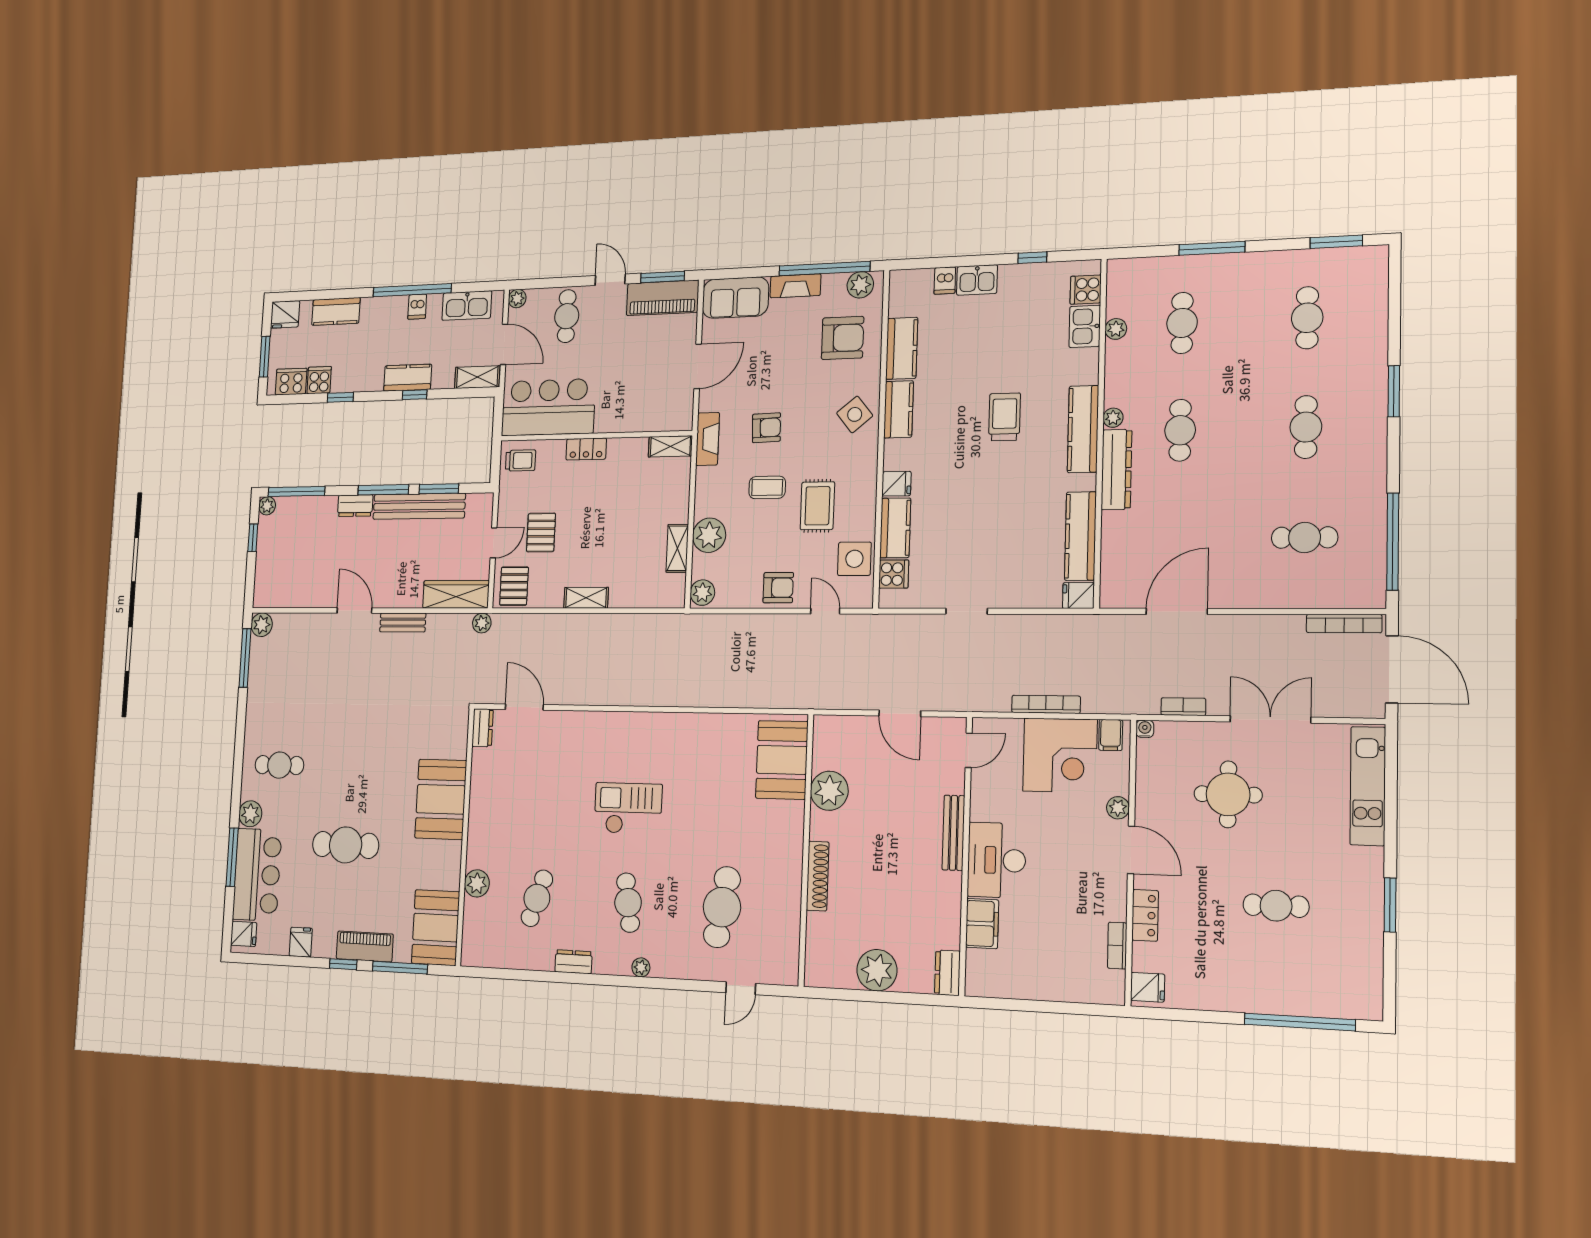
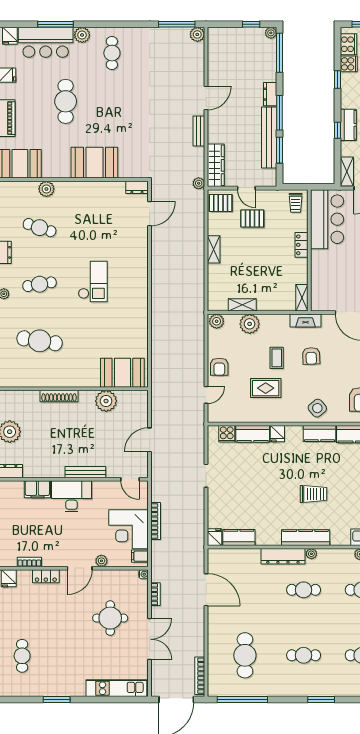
kitchen counter: (1080, 536) -> (239, 538), width x0.67
cafe table: (1305, 538) -> (245, 655), width x1.37, depth x1.35
side table: (854, 559) -> (235, 411), removed
cafe table: (1276, 906) -> (22, 656), moved

